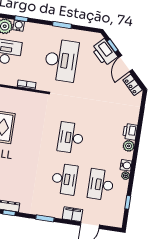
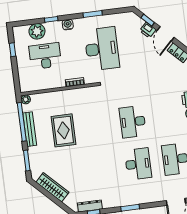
water cooler: (19, 26) -> (68, 25), moved
printer: (104, 52) -> (148, 30), width x0.53, depth x0.68
filing cabinet: (73, 214) -> (156, 196), removed

